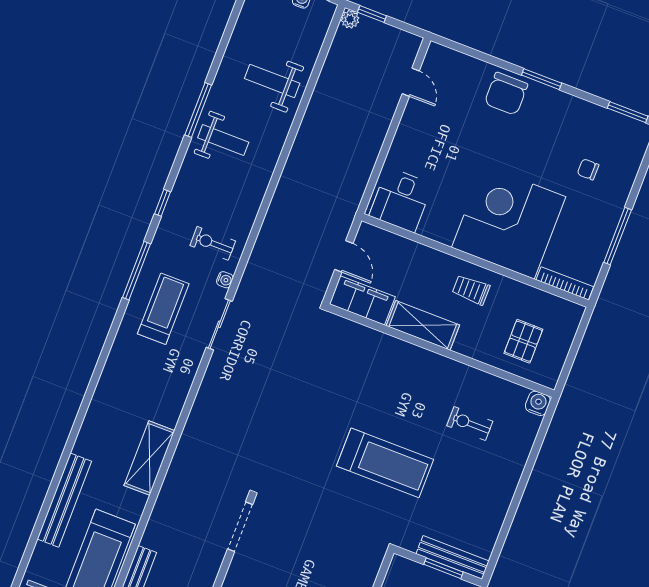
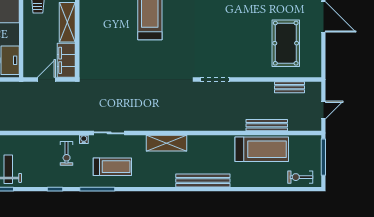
treadmill: (163, 309) -> (112, 167), turned 180
shelving: (149, 458) -> (167, 143), moved
bench: (64, 500) -> (203, 180), moved

